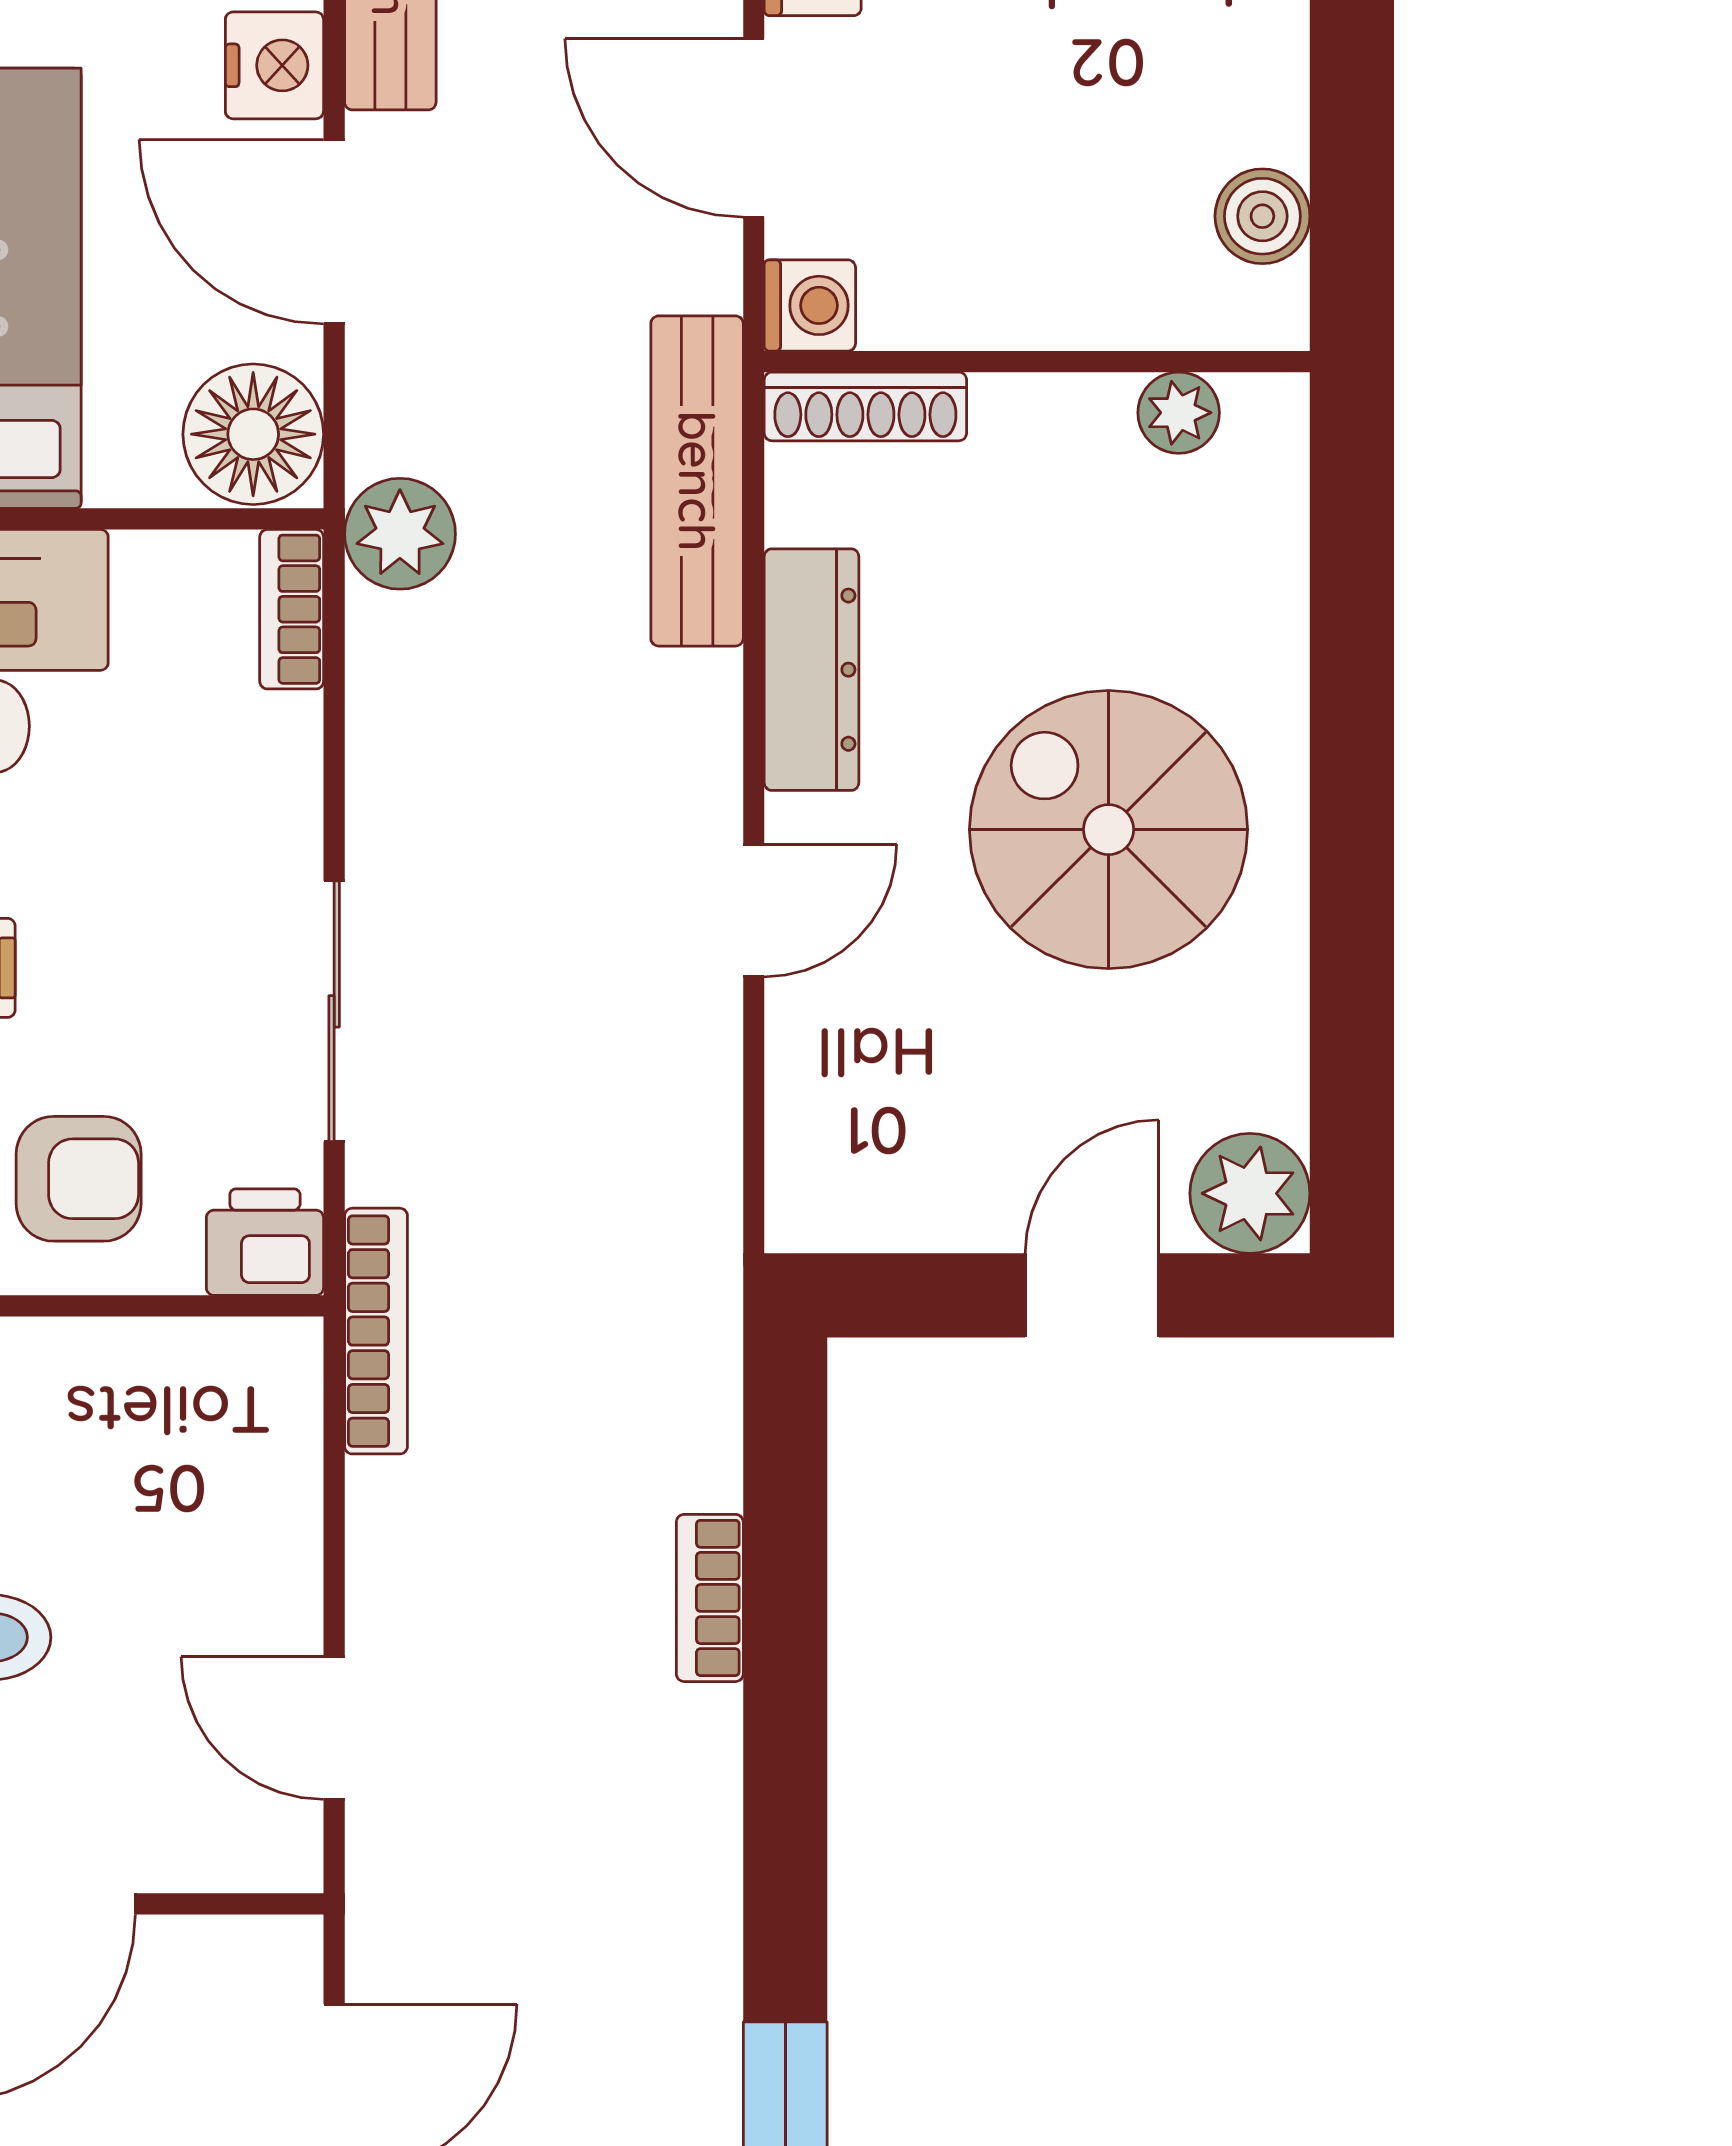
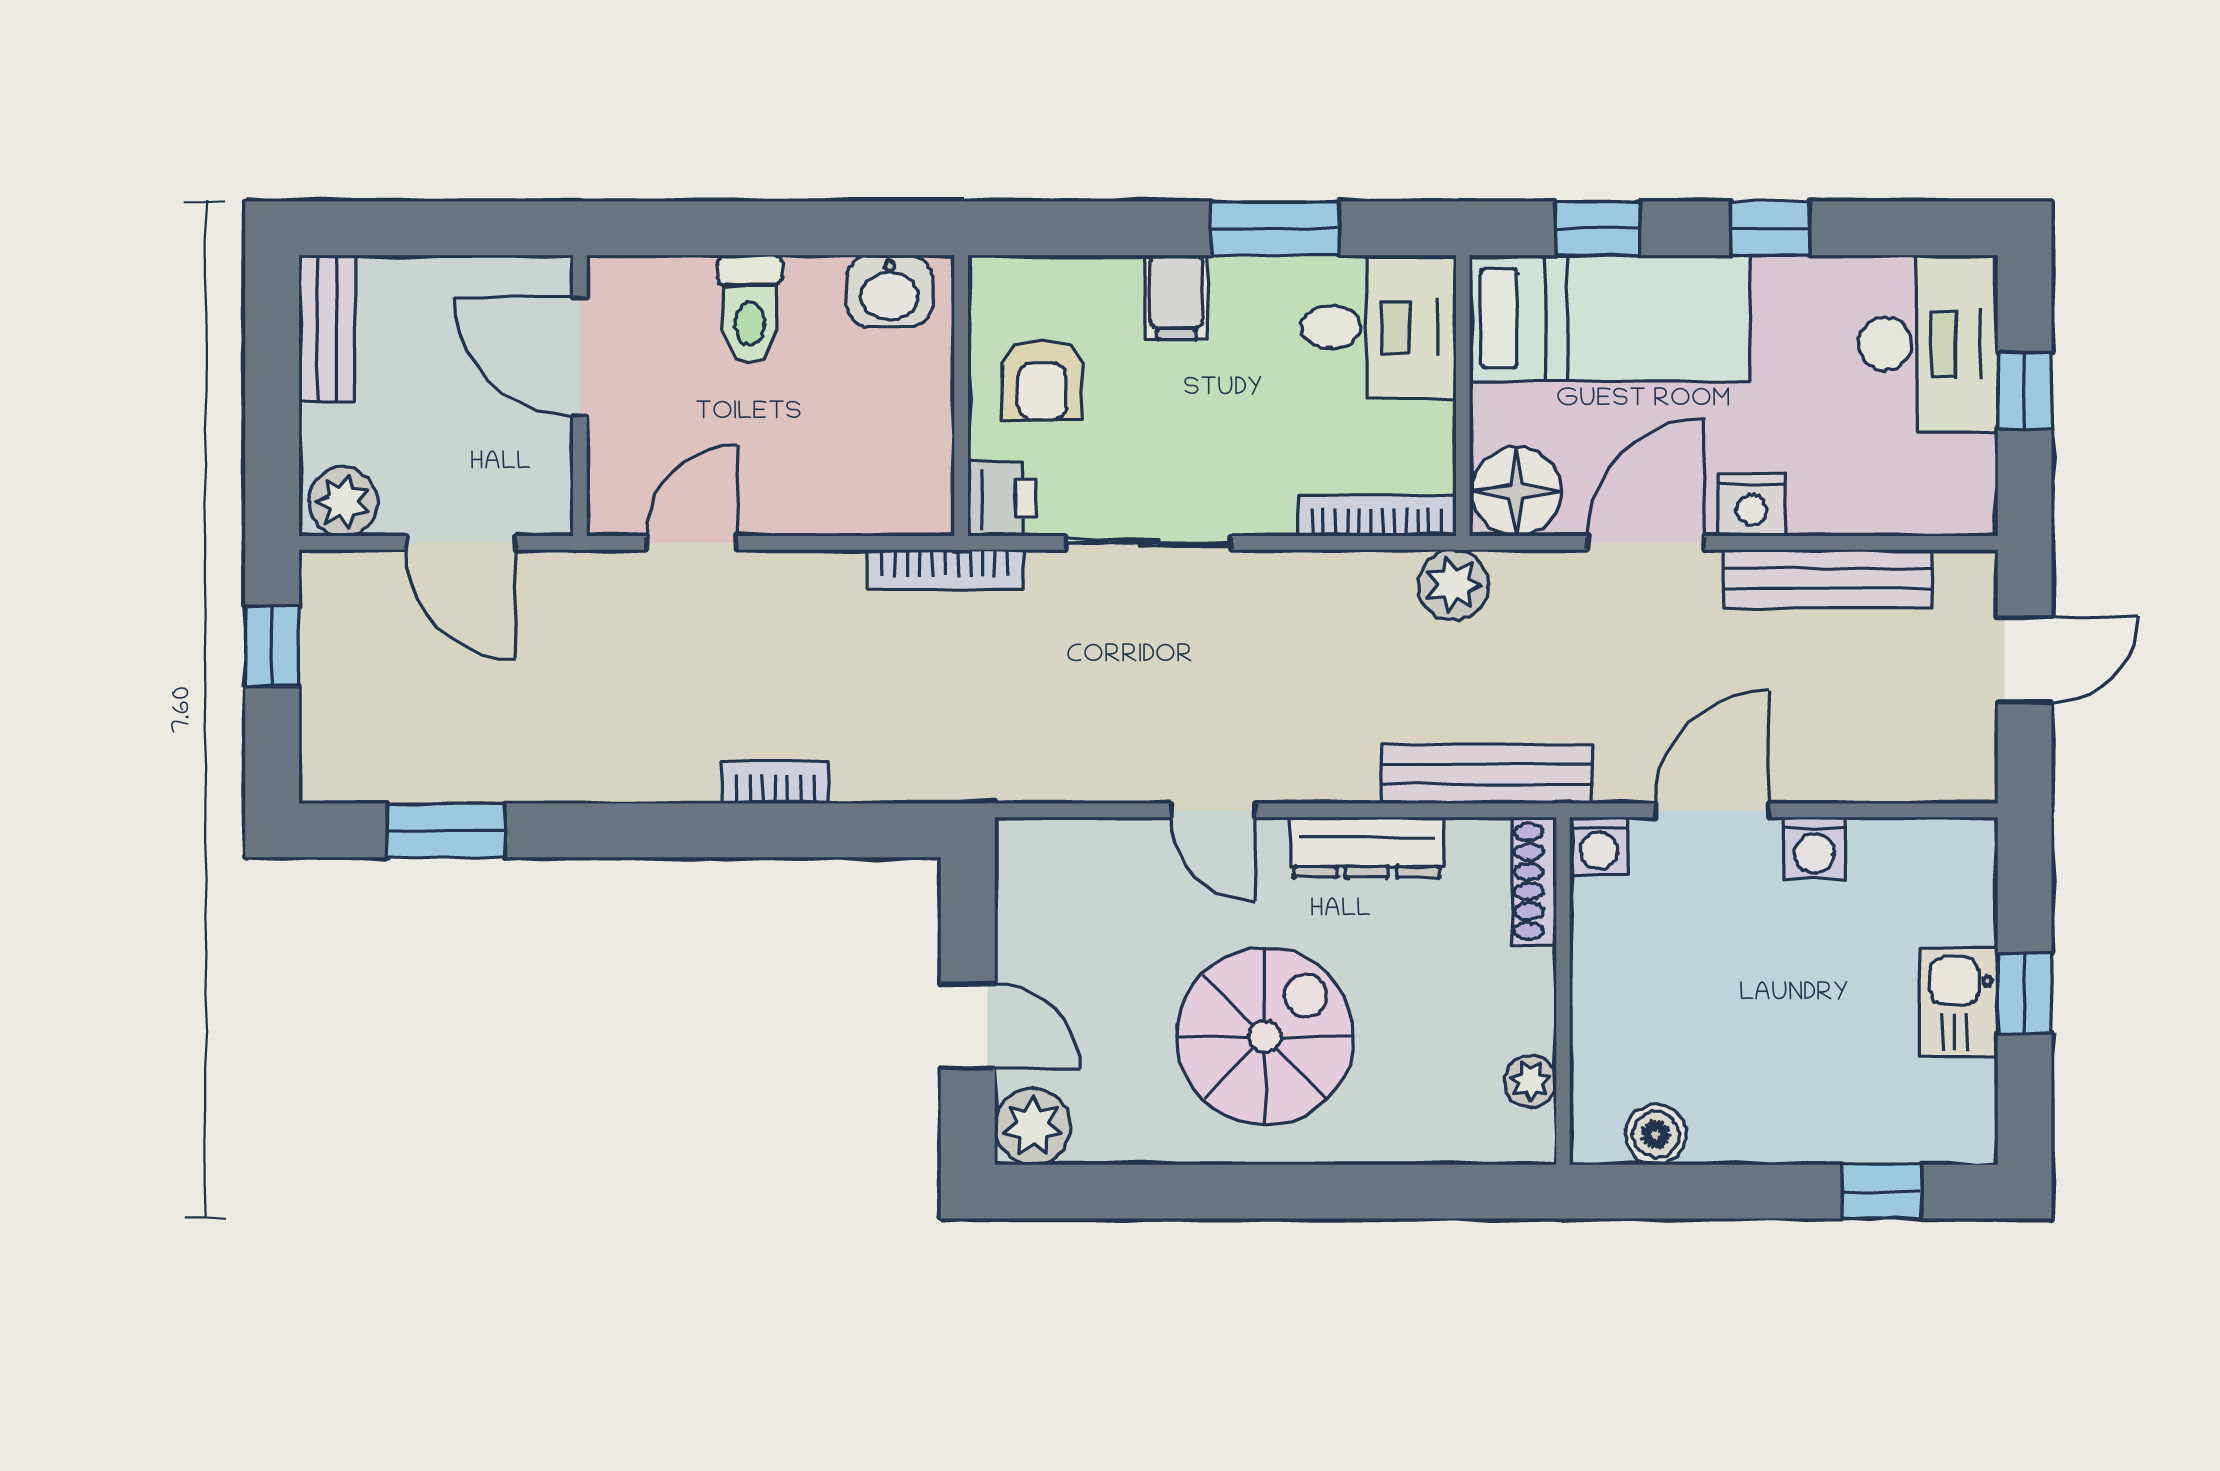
bookcase: (292, 609) -> (1377, 516), width x1.56

